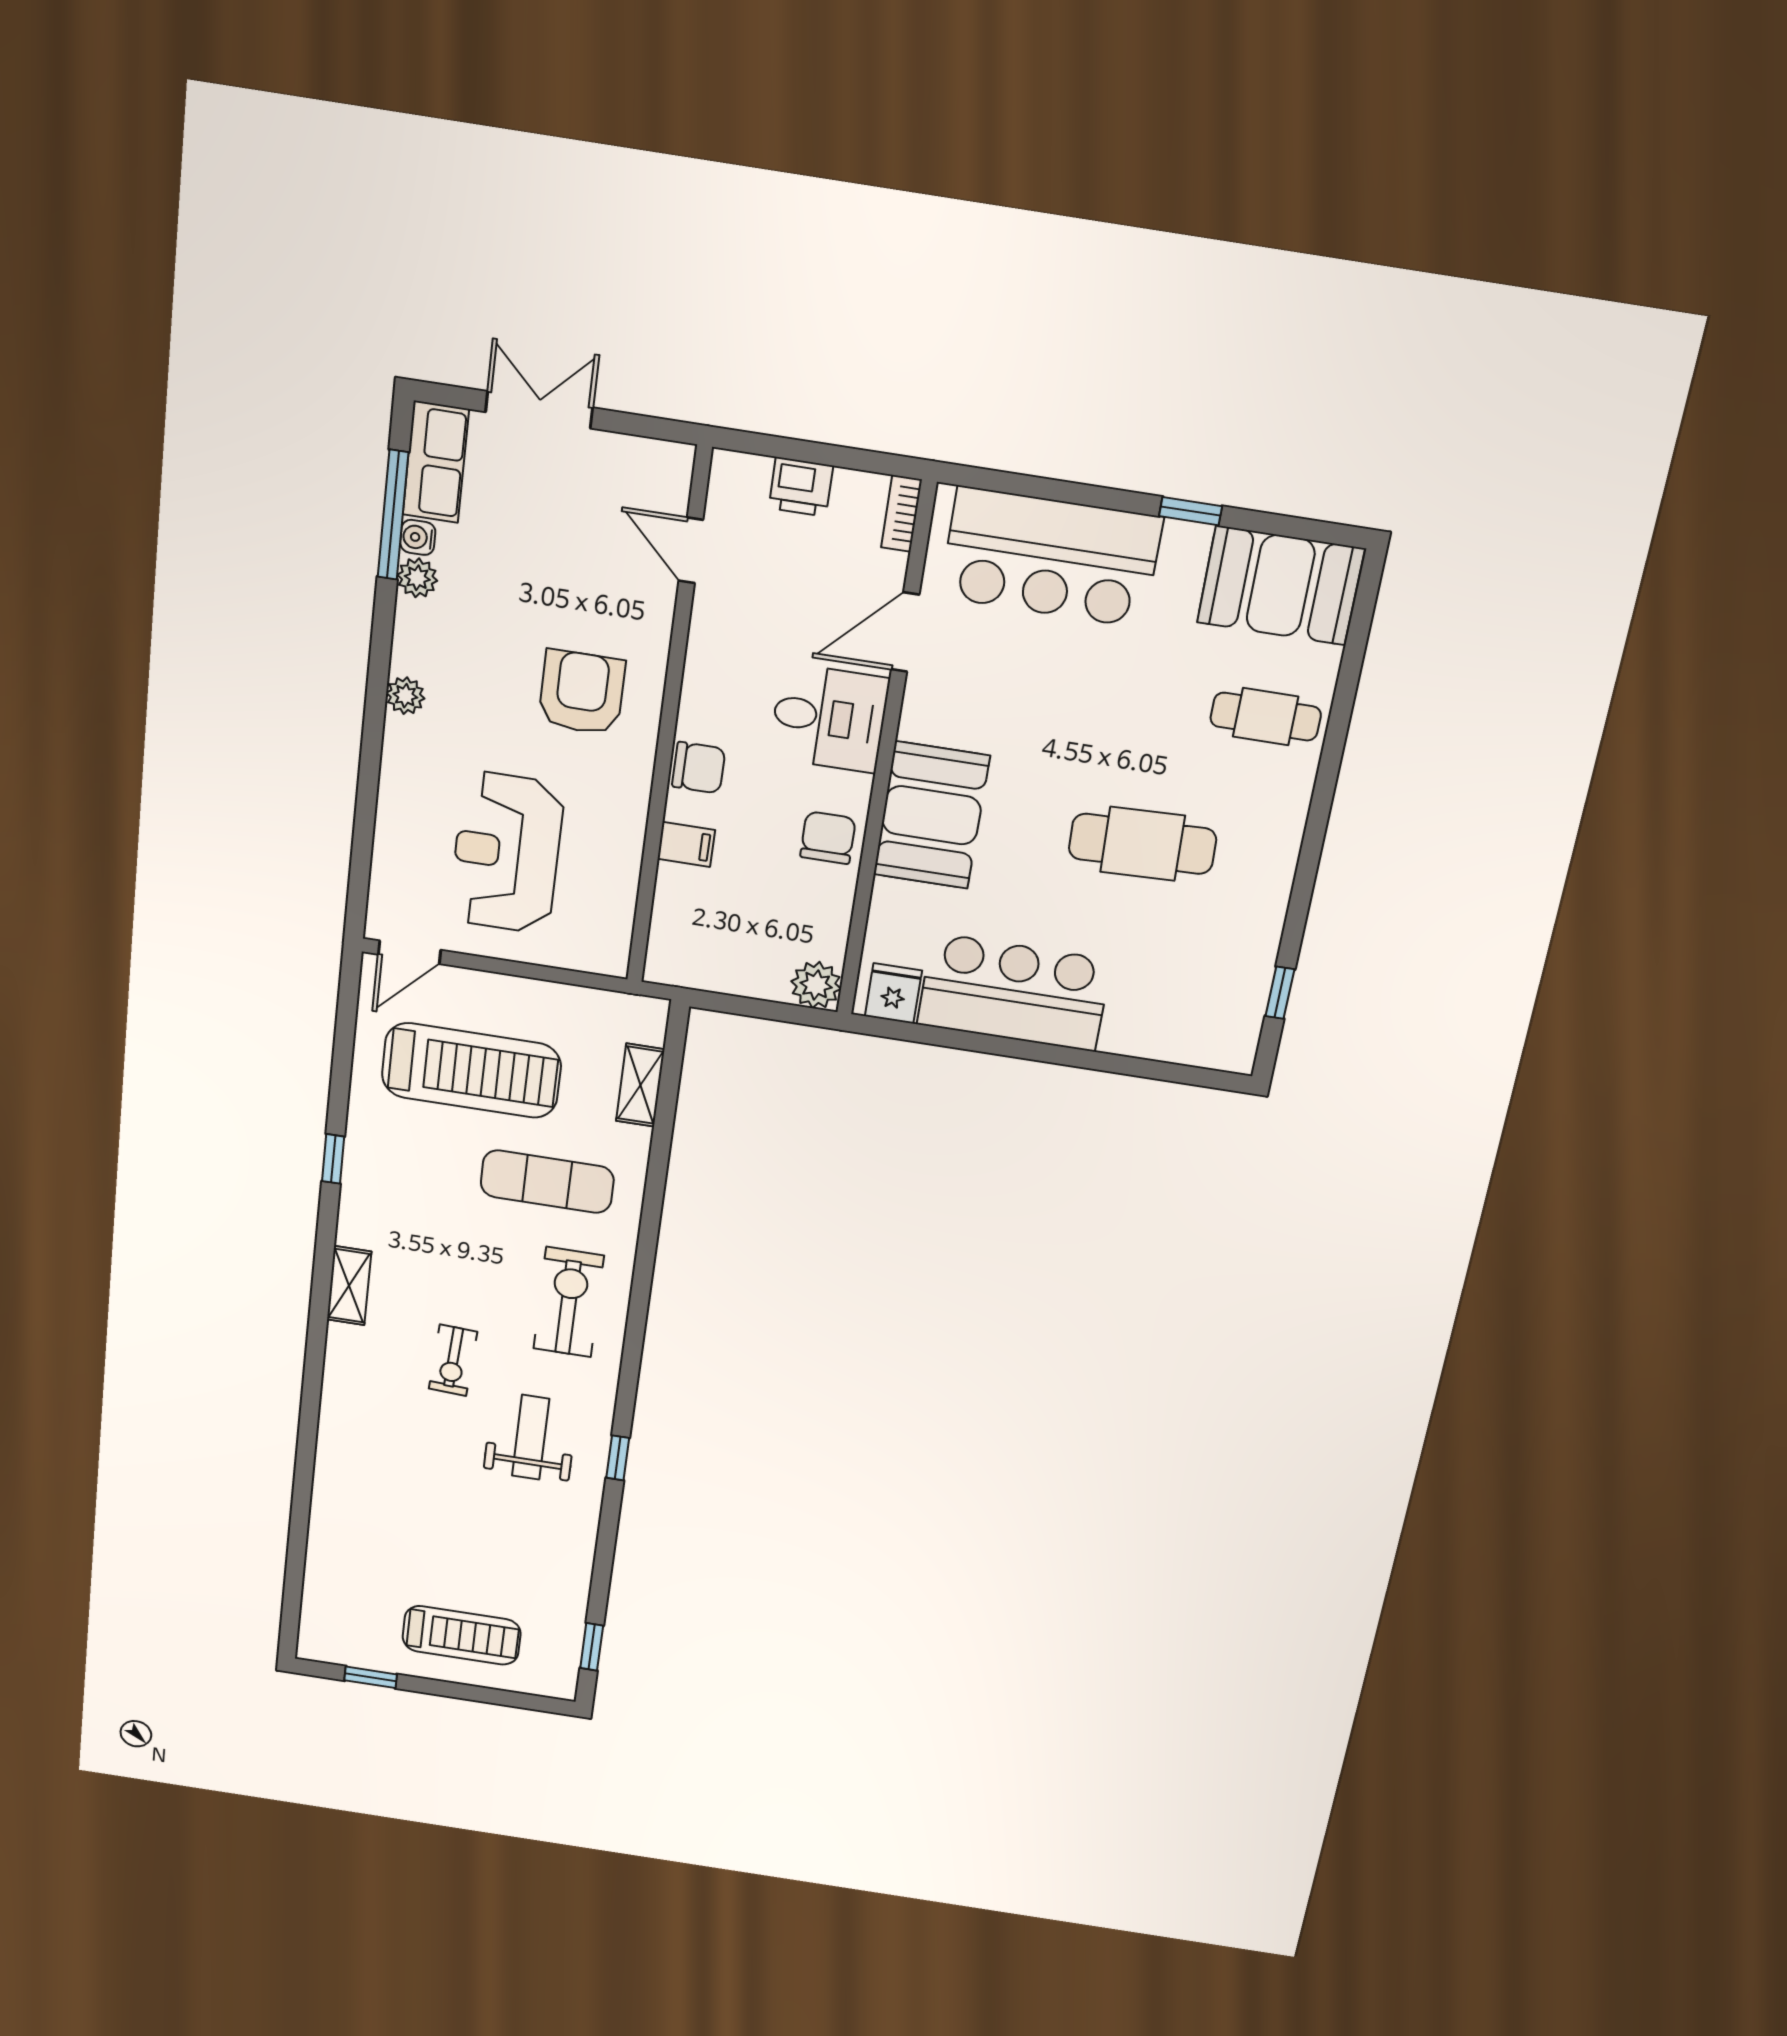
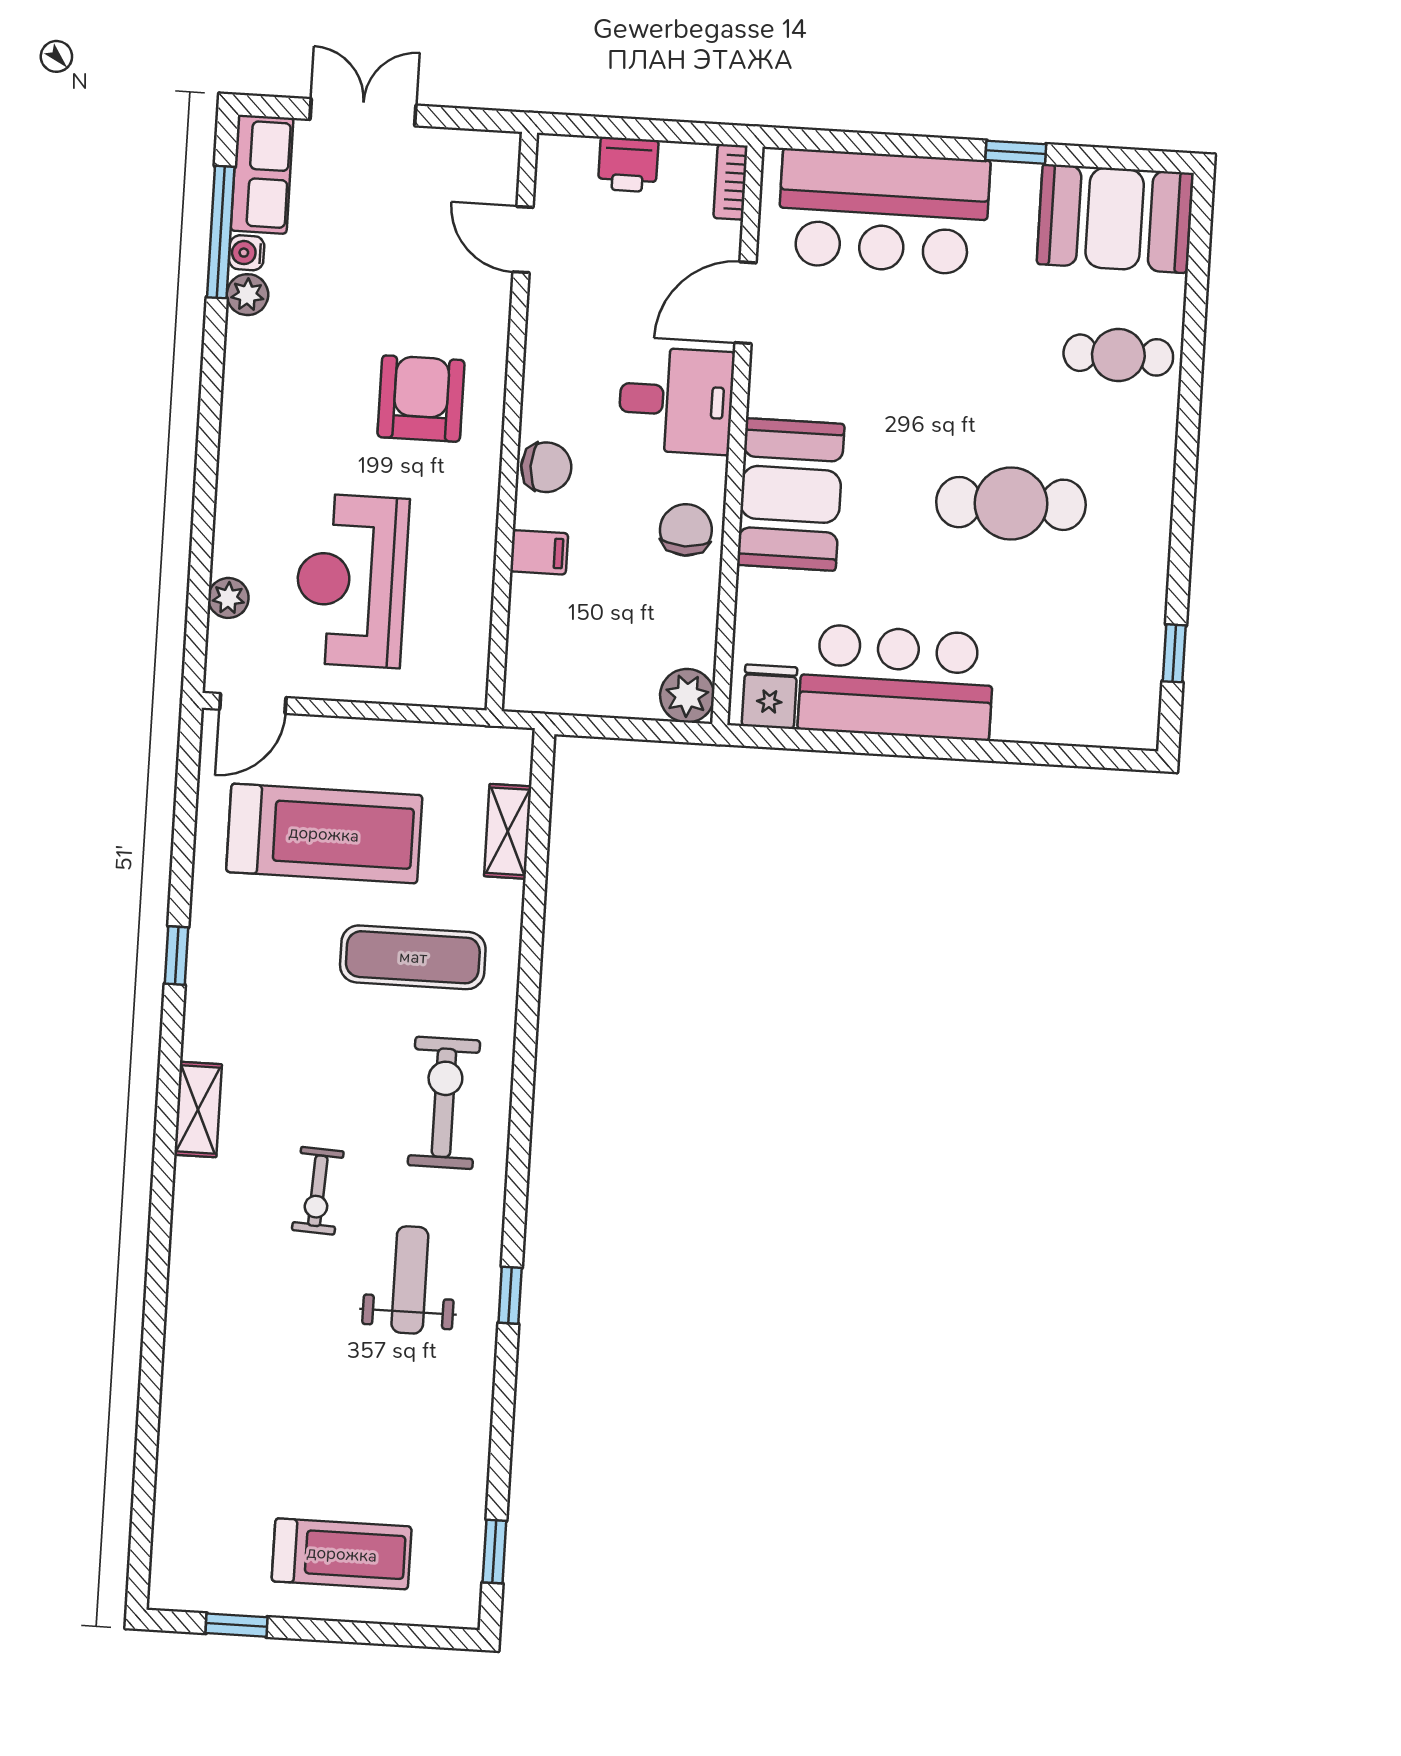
plant: (405, 696) -> (228, 598), moved

